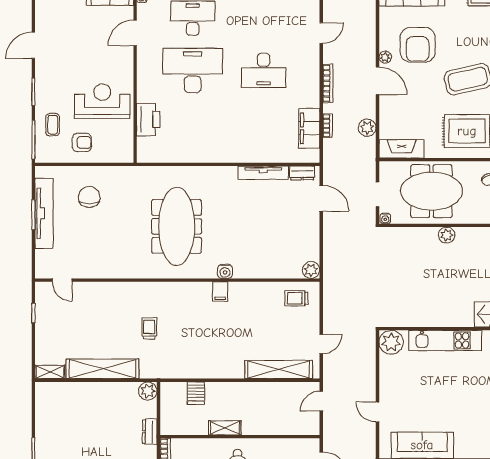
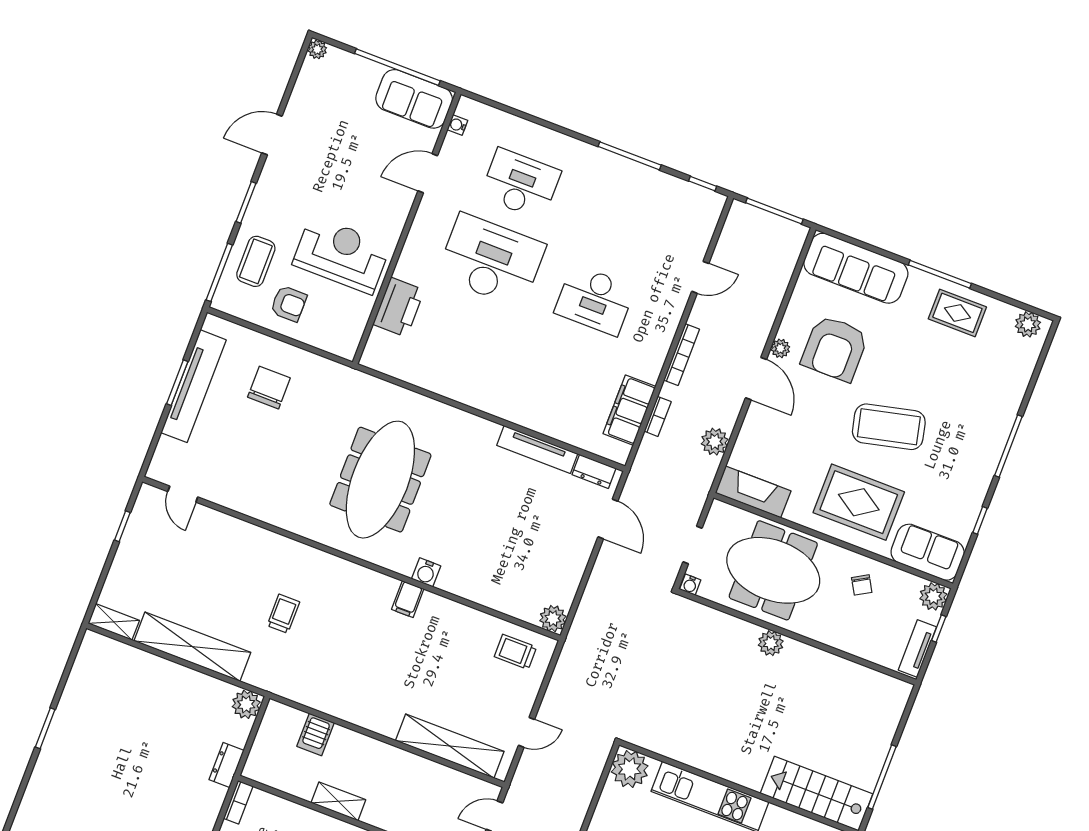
coffee table: (53, 125) -> (256, 261), width x1.36, depth x1.30

